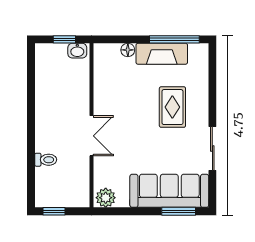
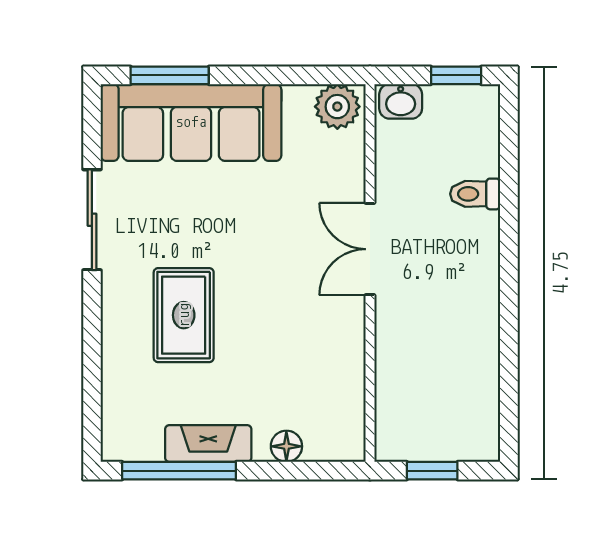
washbasin: (77, 51) -> (401, 101), moved, turned 180
fireplace: (162, 54) -> (208, 444), width x0.73, depth x0.76

